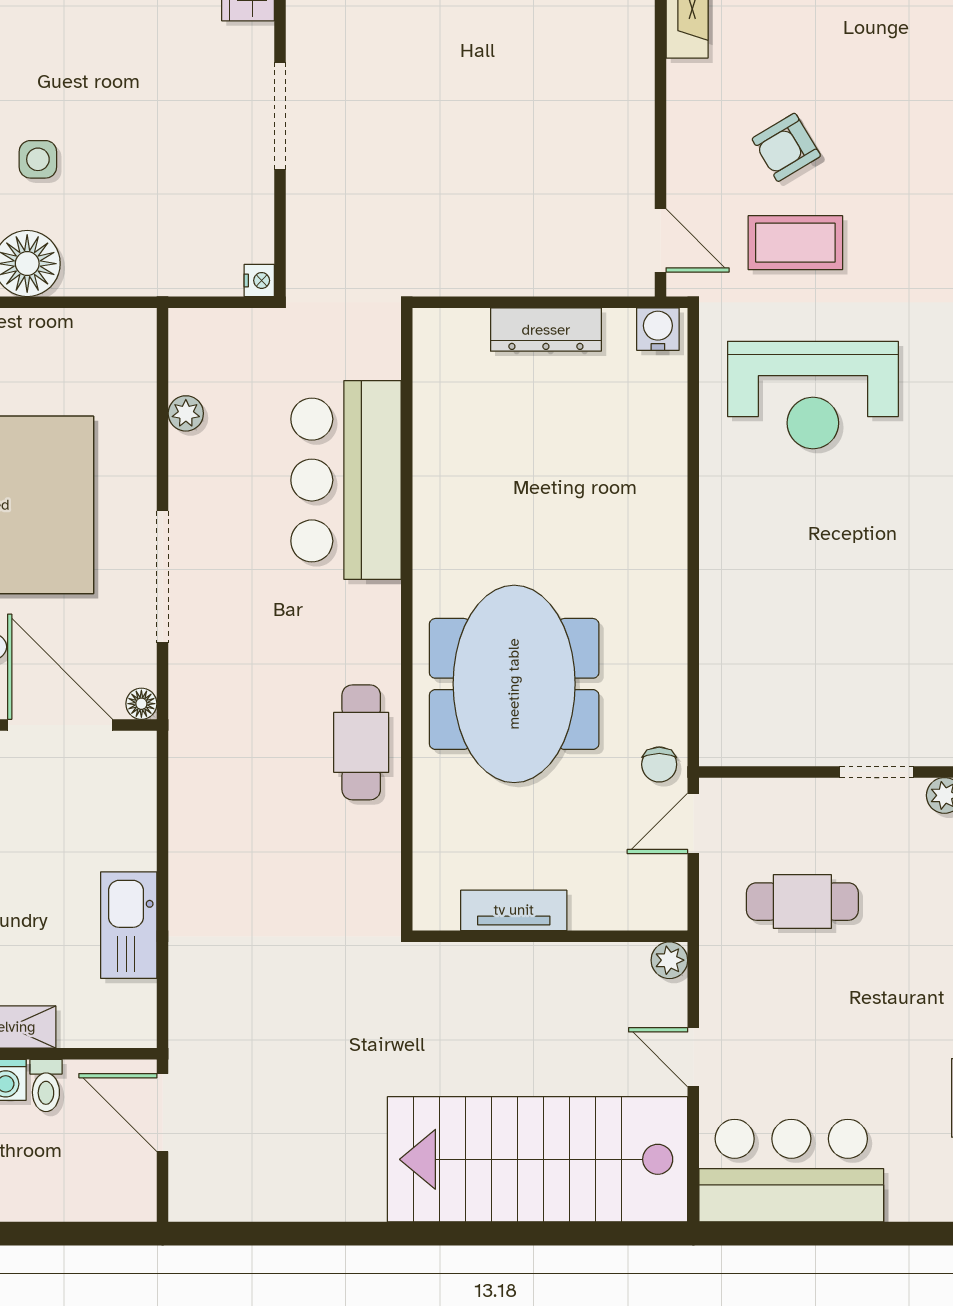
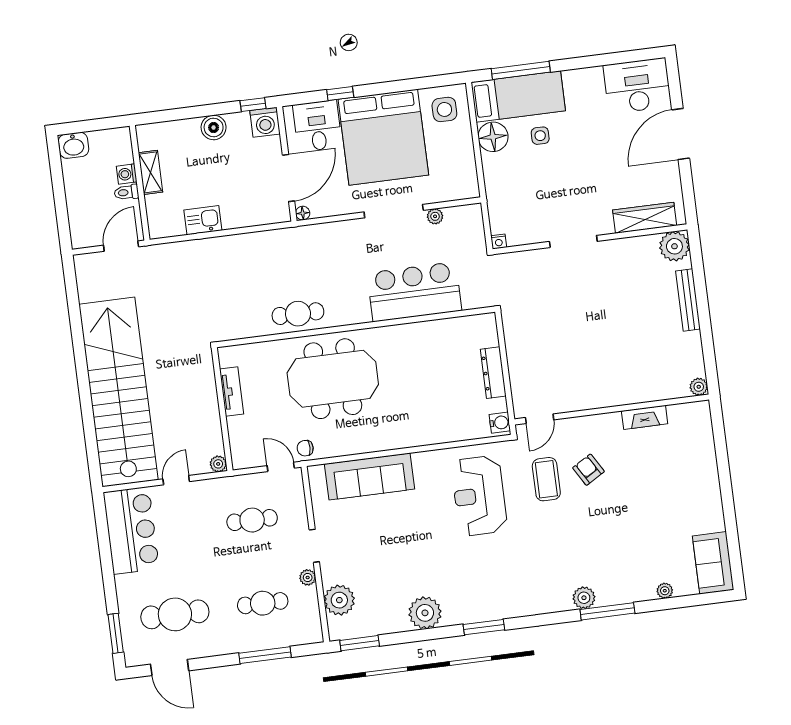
doorway: (163, 577) -> (394, 211), moved
sofa: (740, 631) -> (370, 476), added
cafe table: (802, 902) -> (252, 520), turned 90
kitchen sink: (129, 925) -> (203, 220), width x0.73
stairs: (538, 1159) -> (118, 392), width x1.36

